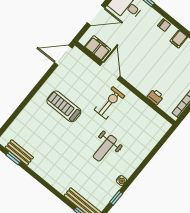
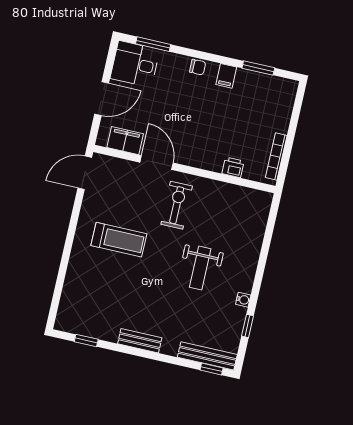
treadmill: (64, 106) -> (119, 240), turned 180
bench: (19, 153) -> (140, 341), moved

